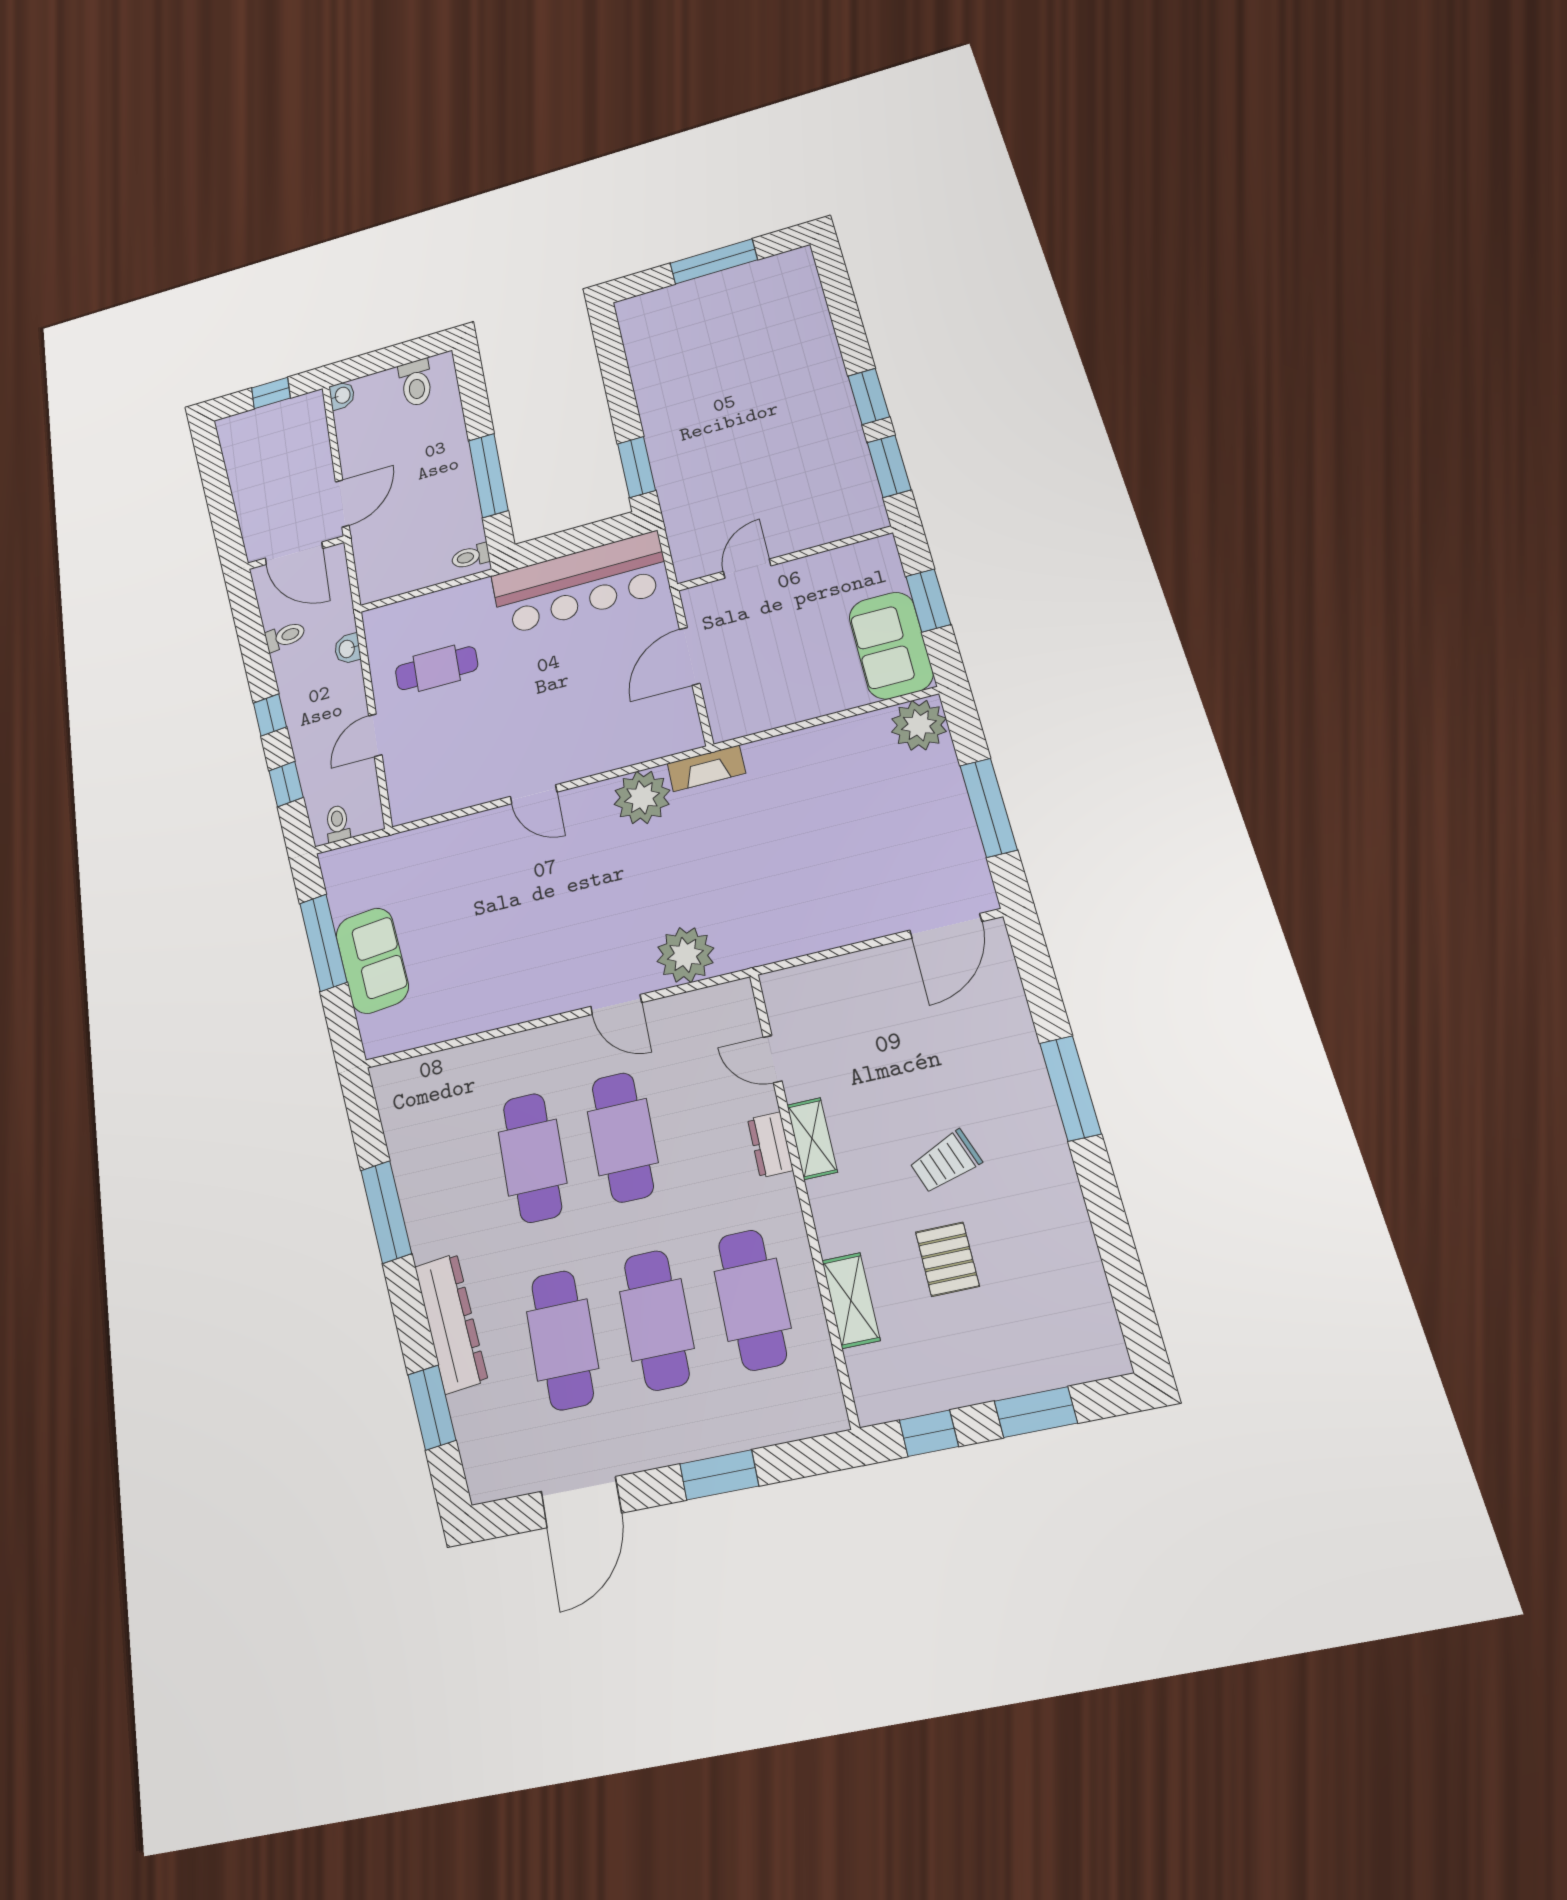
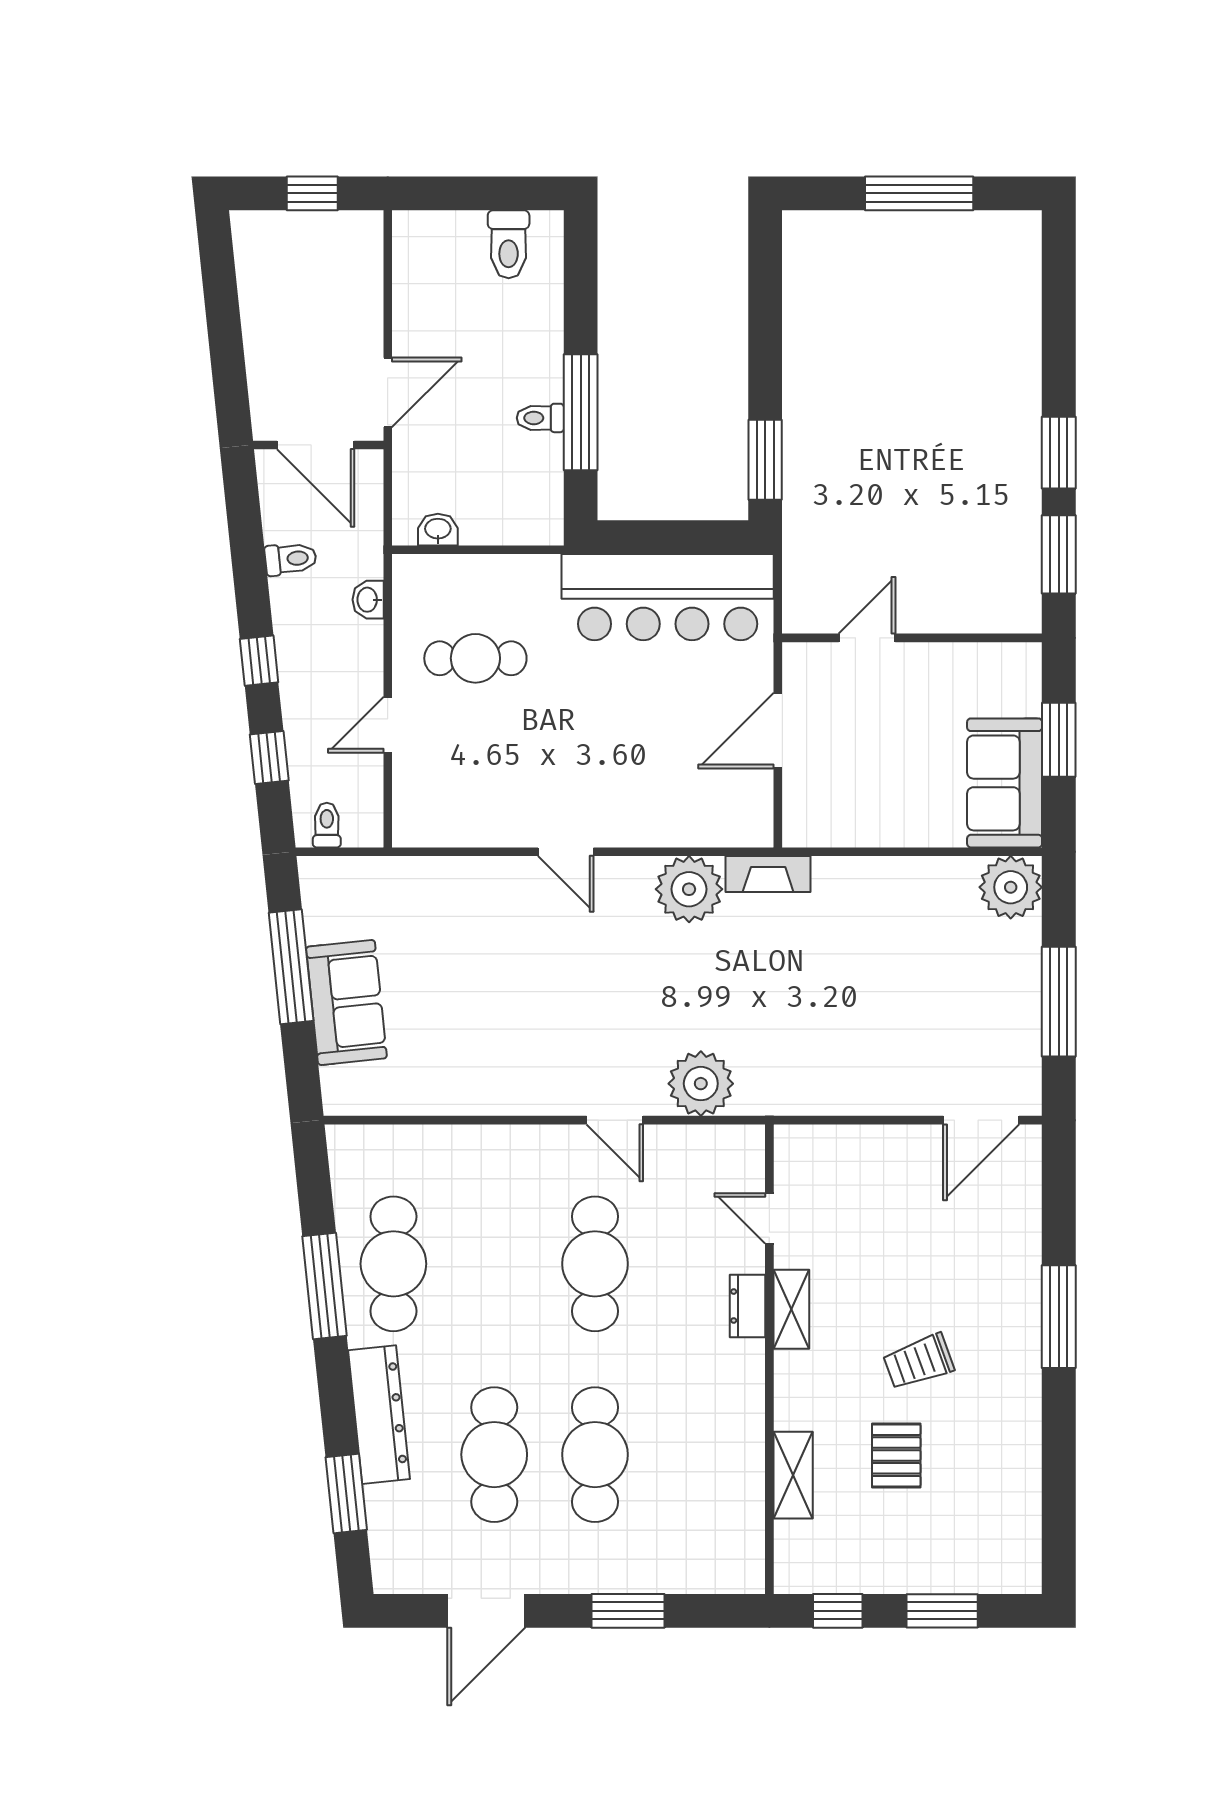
washbasin: (342, 395) -> (438, 530), moved, turned -90
toilet: (470, 557) -> (540, 418), moved
cafe table: (532, 1157) -> (393, 1264), moved
cafe table: (752, 1300) -> (696, 1455), removed

